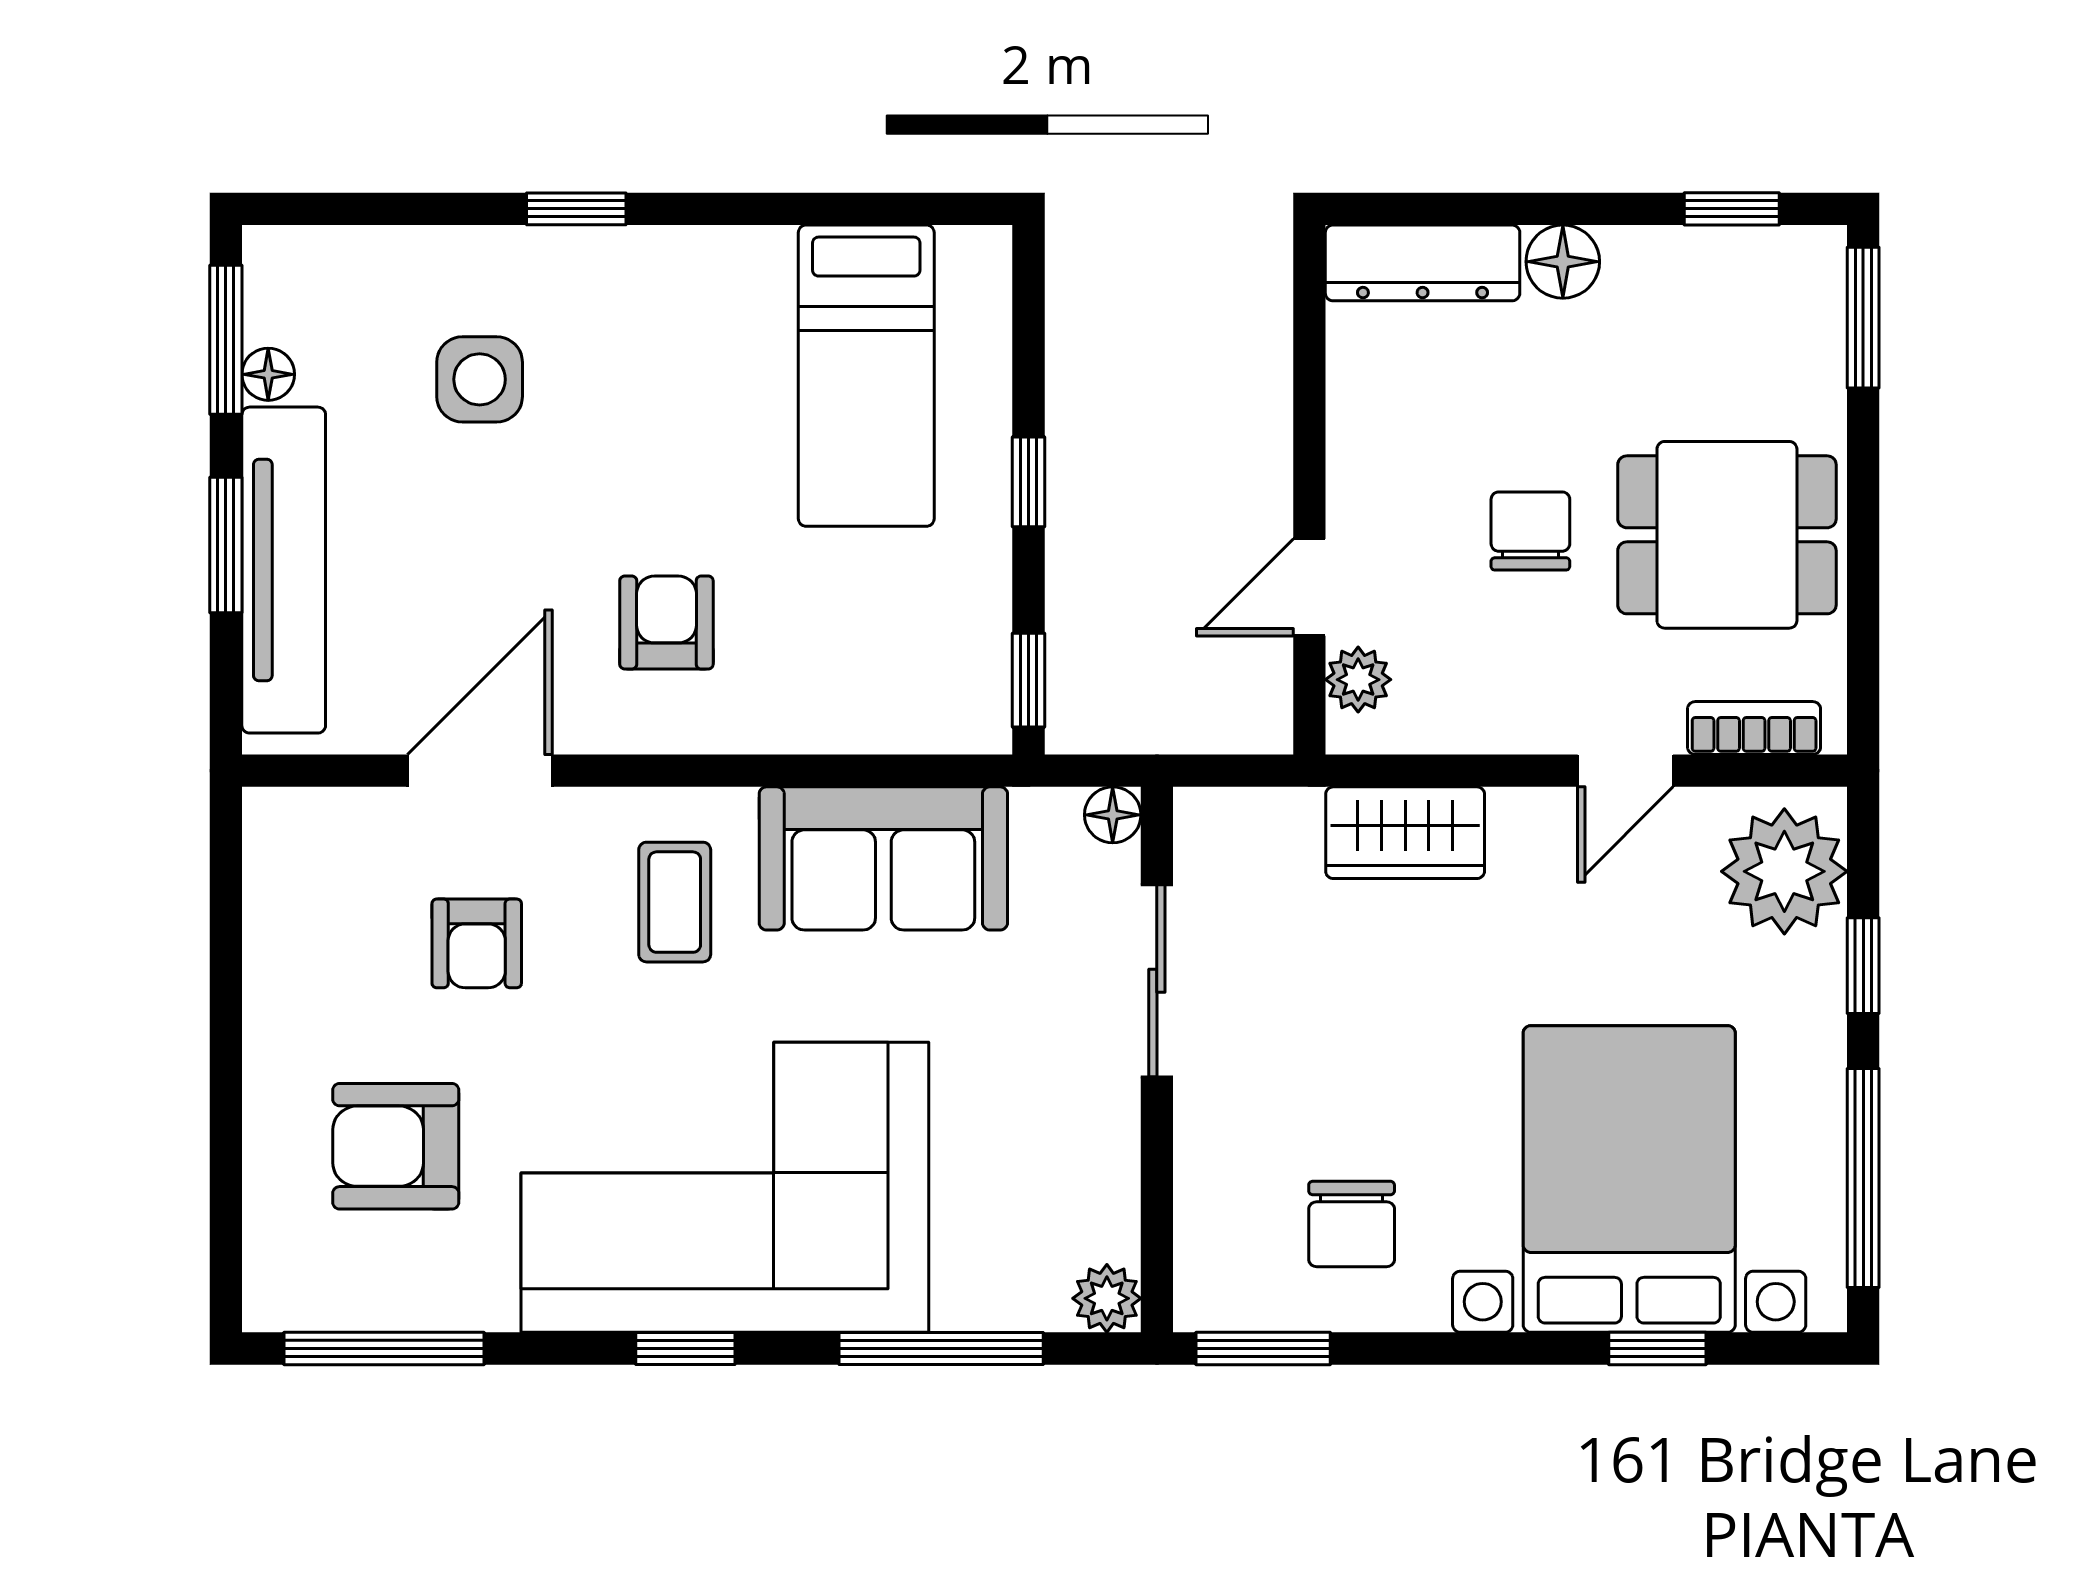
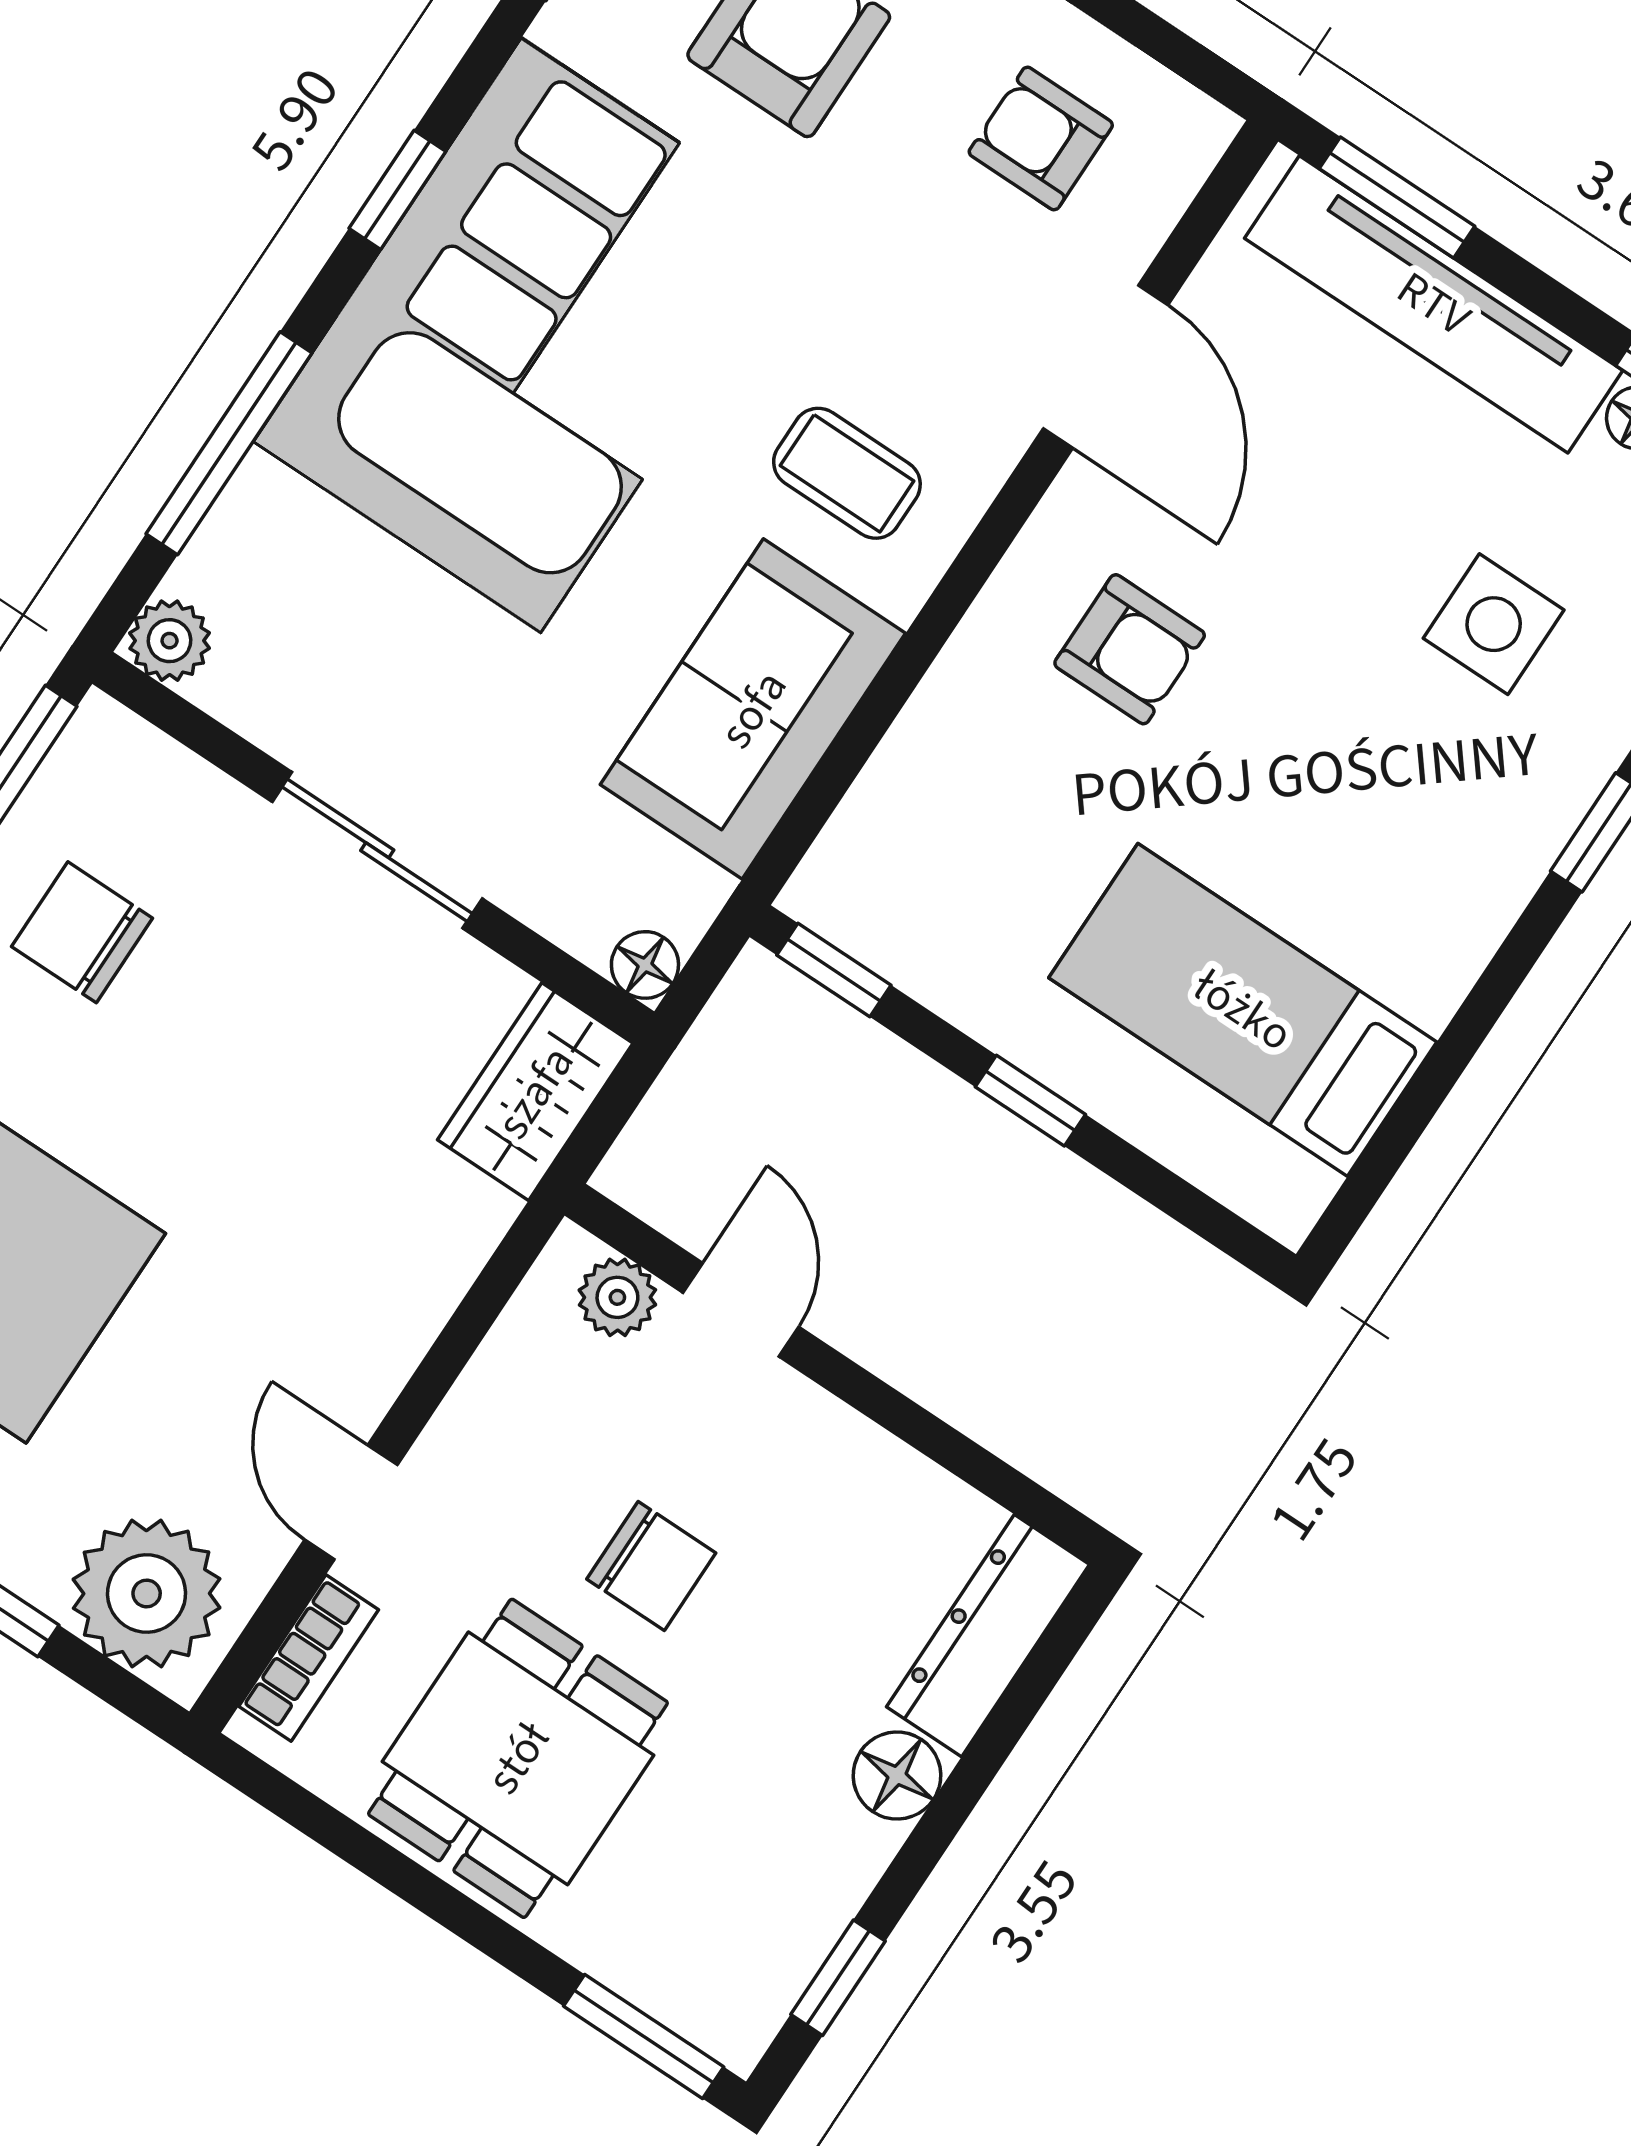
window: (226, 545) -> (1397, 197), moved
wardrobe: (1405, 833) -> (535, 1092), moved
armchair: (477, 943) -> (1041, 138), moved
sliding door: (1157, 981) -> (377, 850), moved

